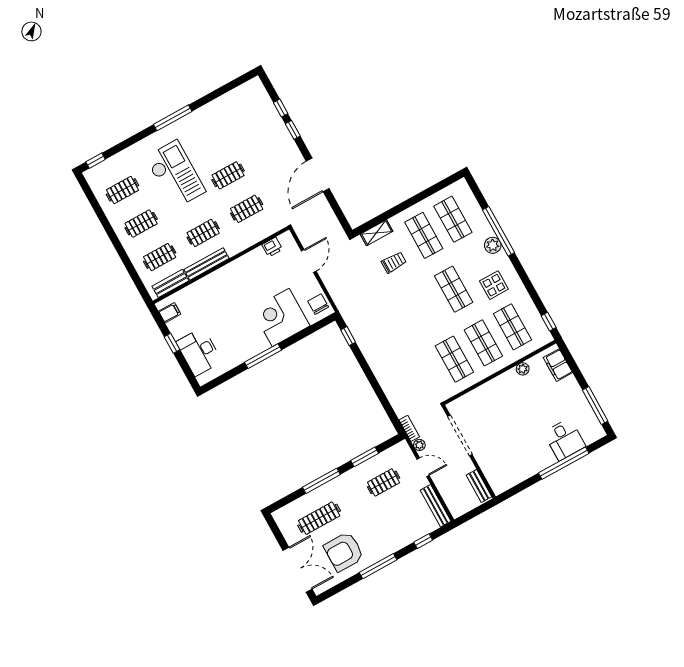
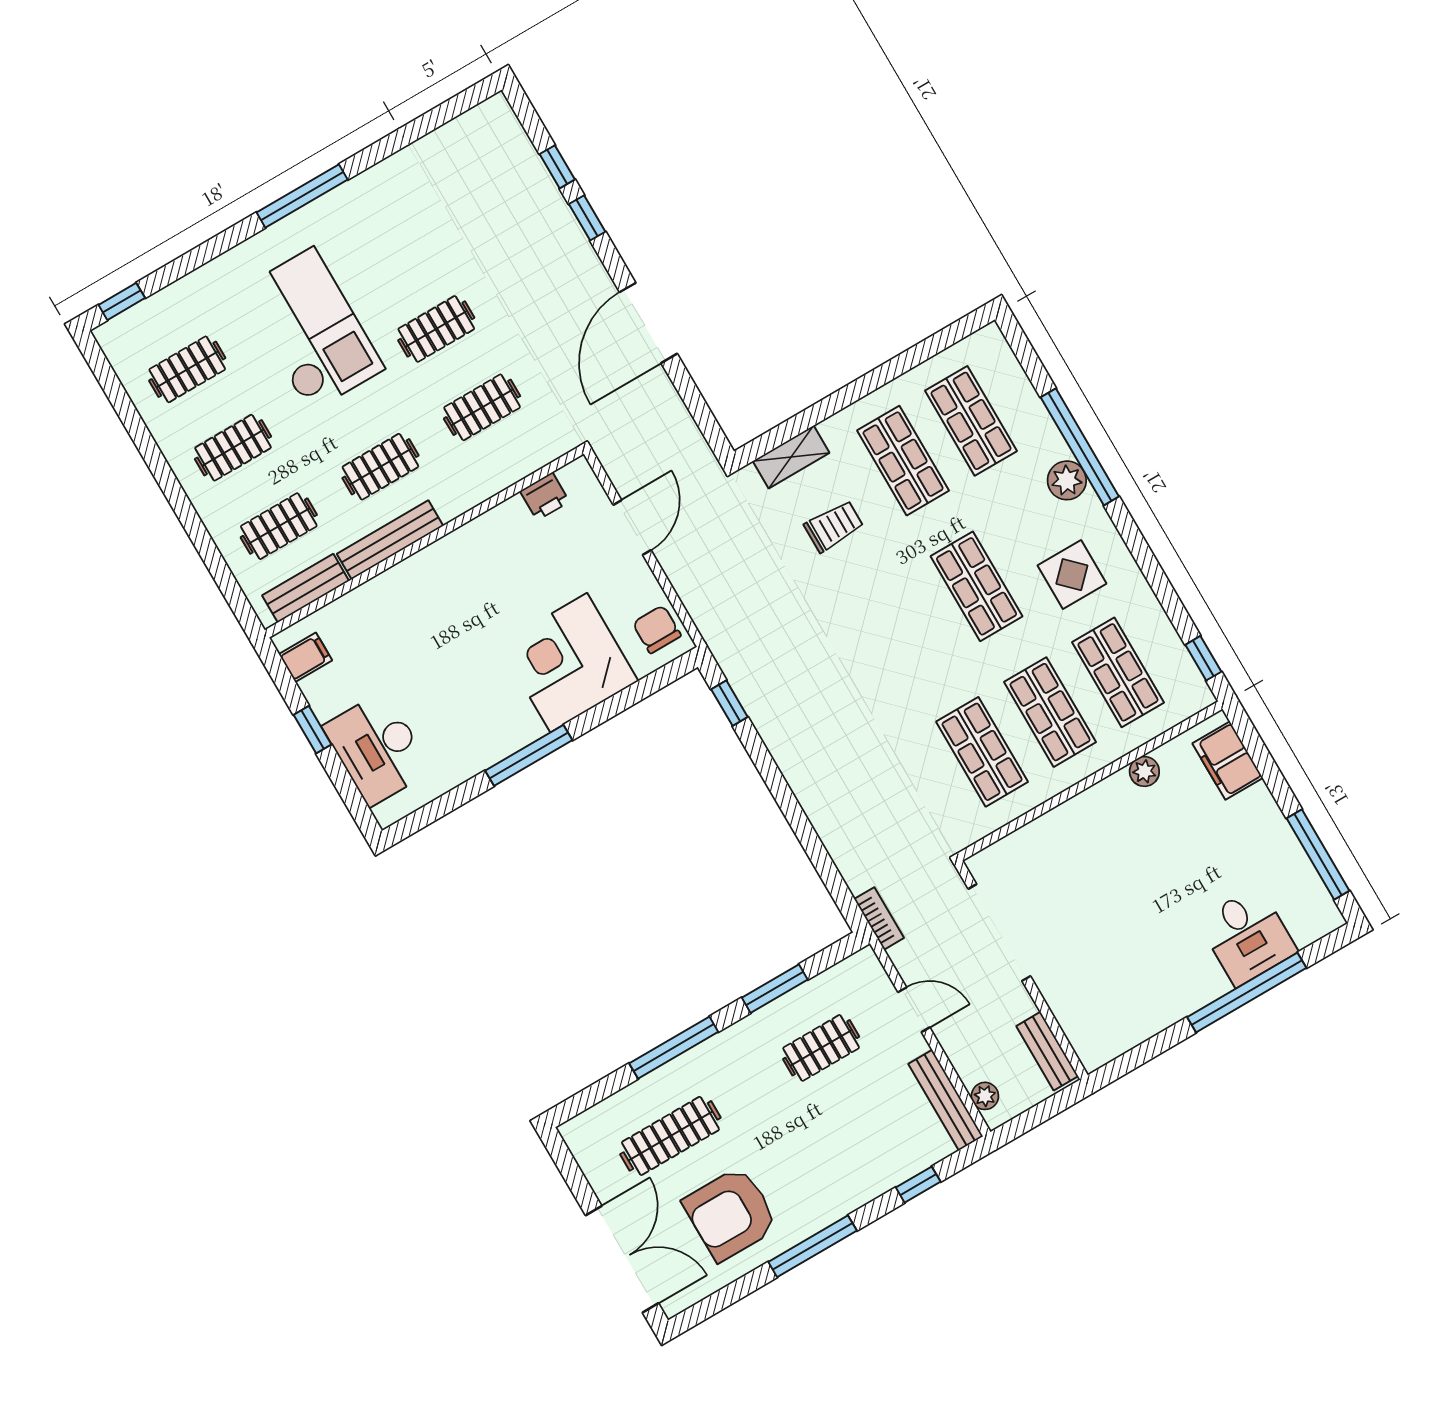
plant: (419, 445) -> (985, 1096), moved

